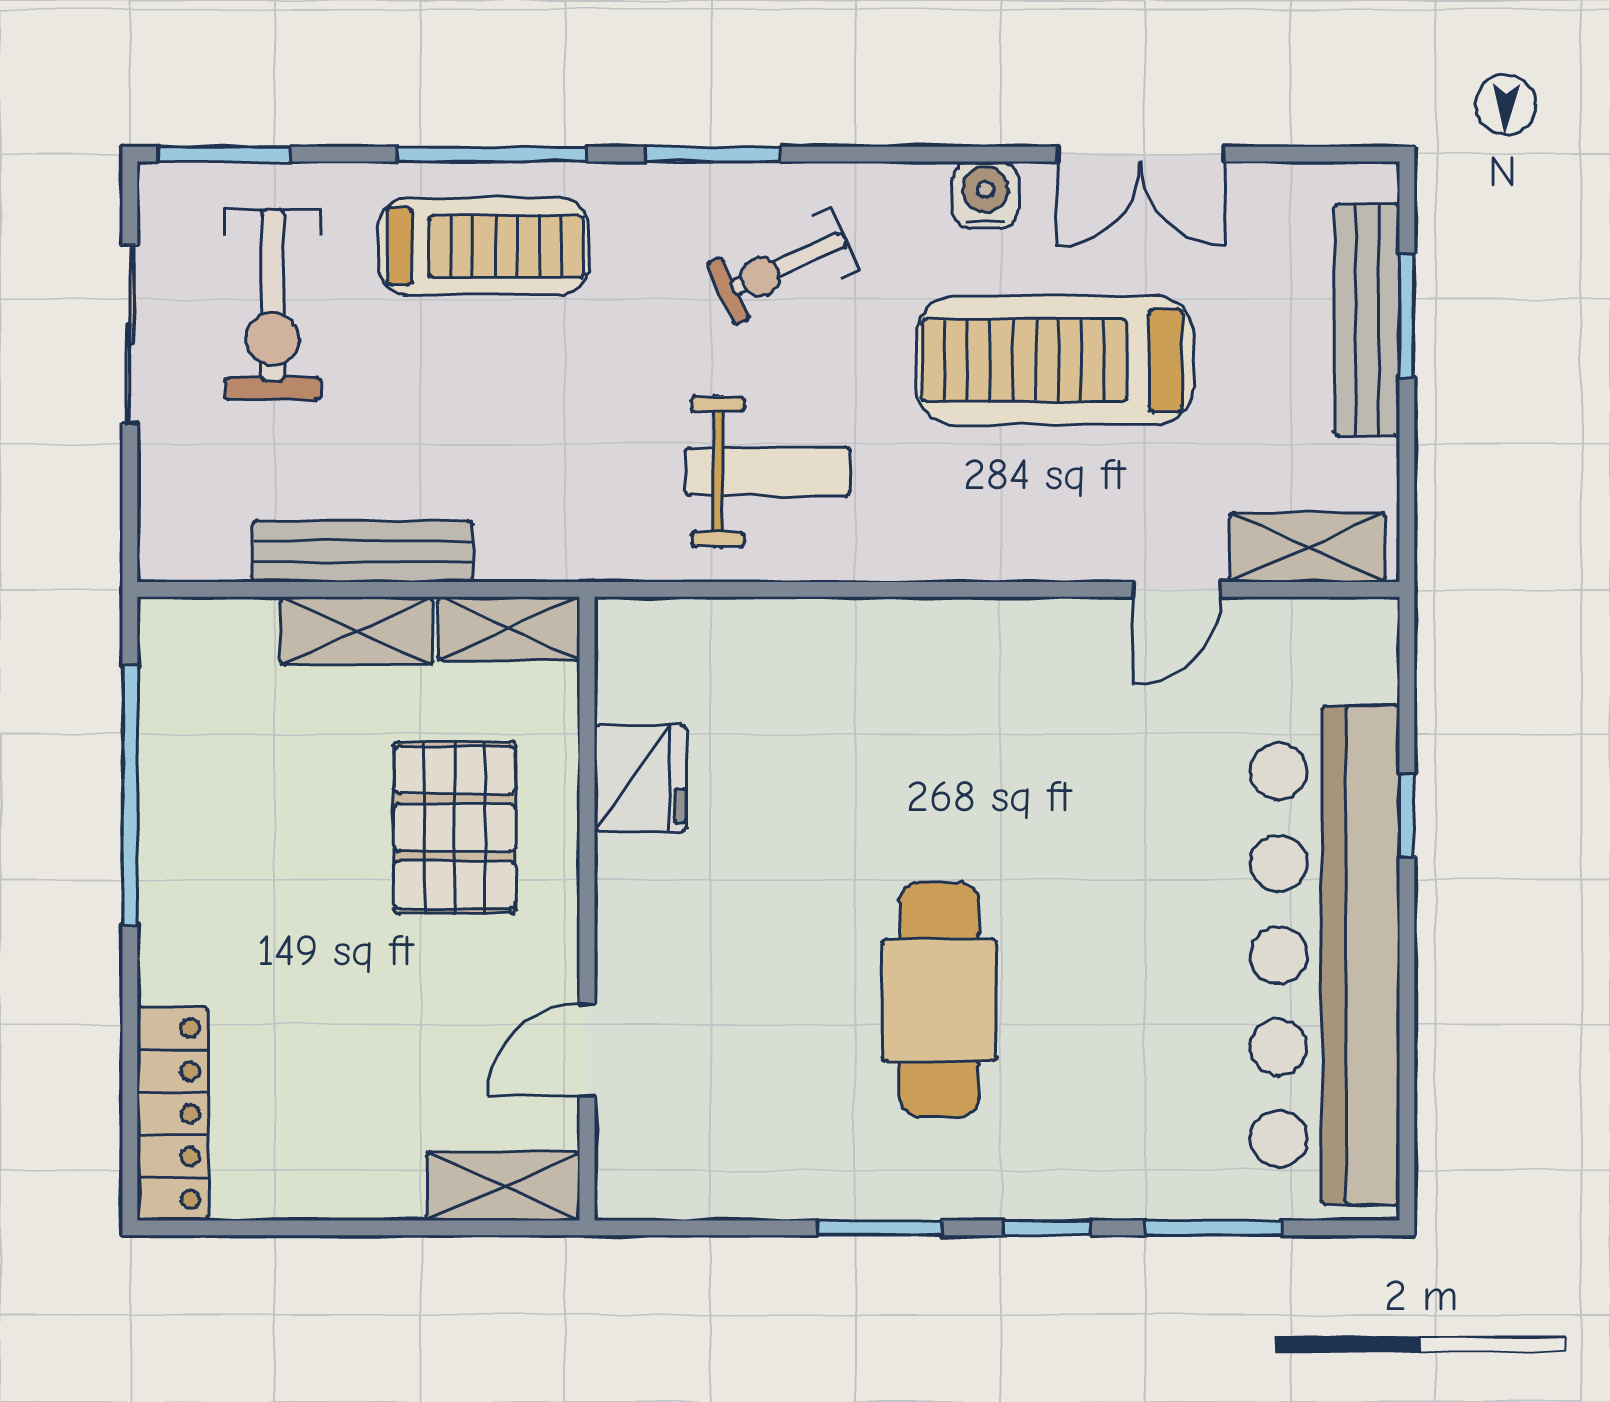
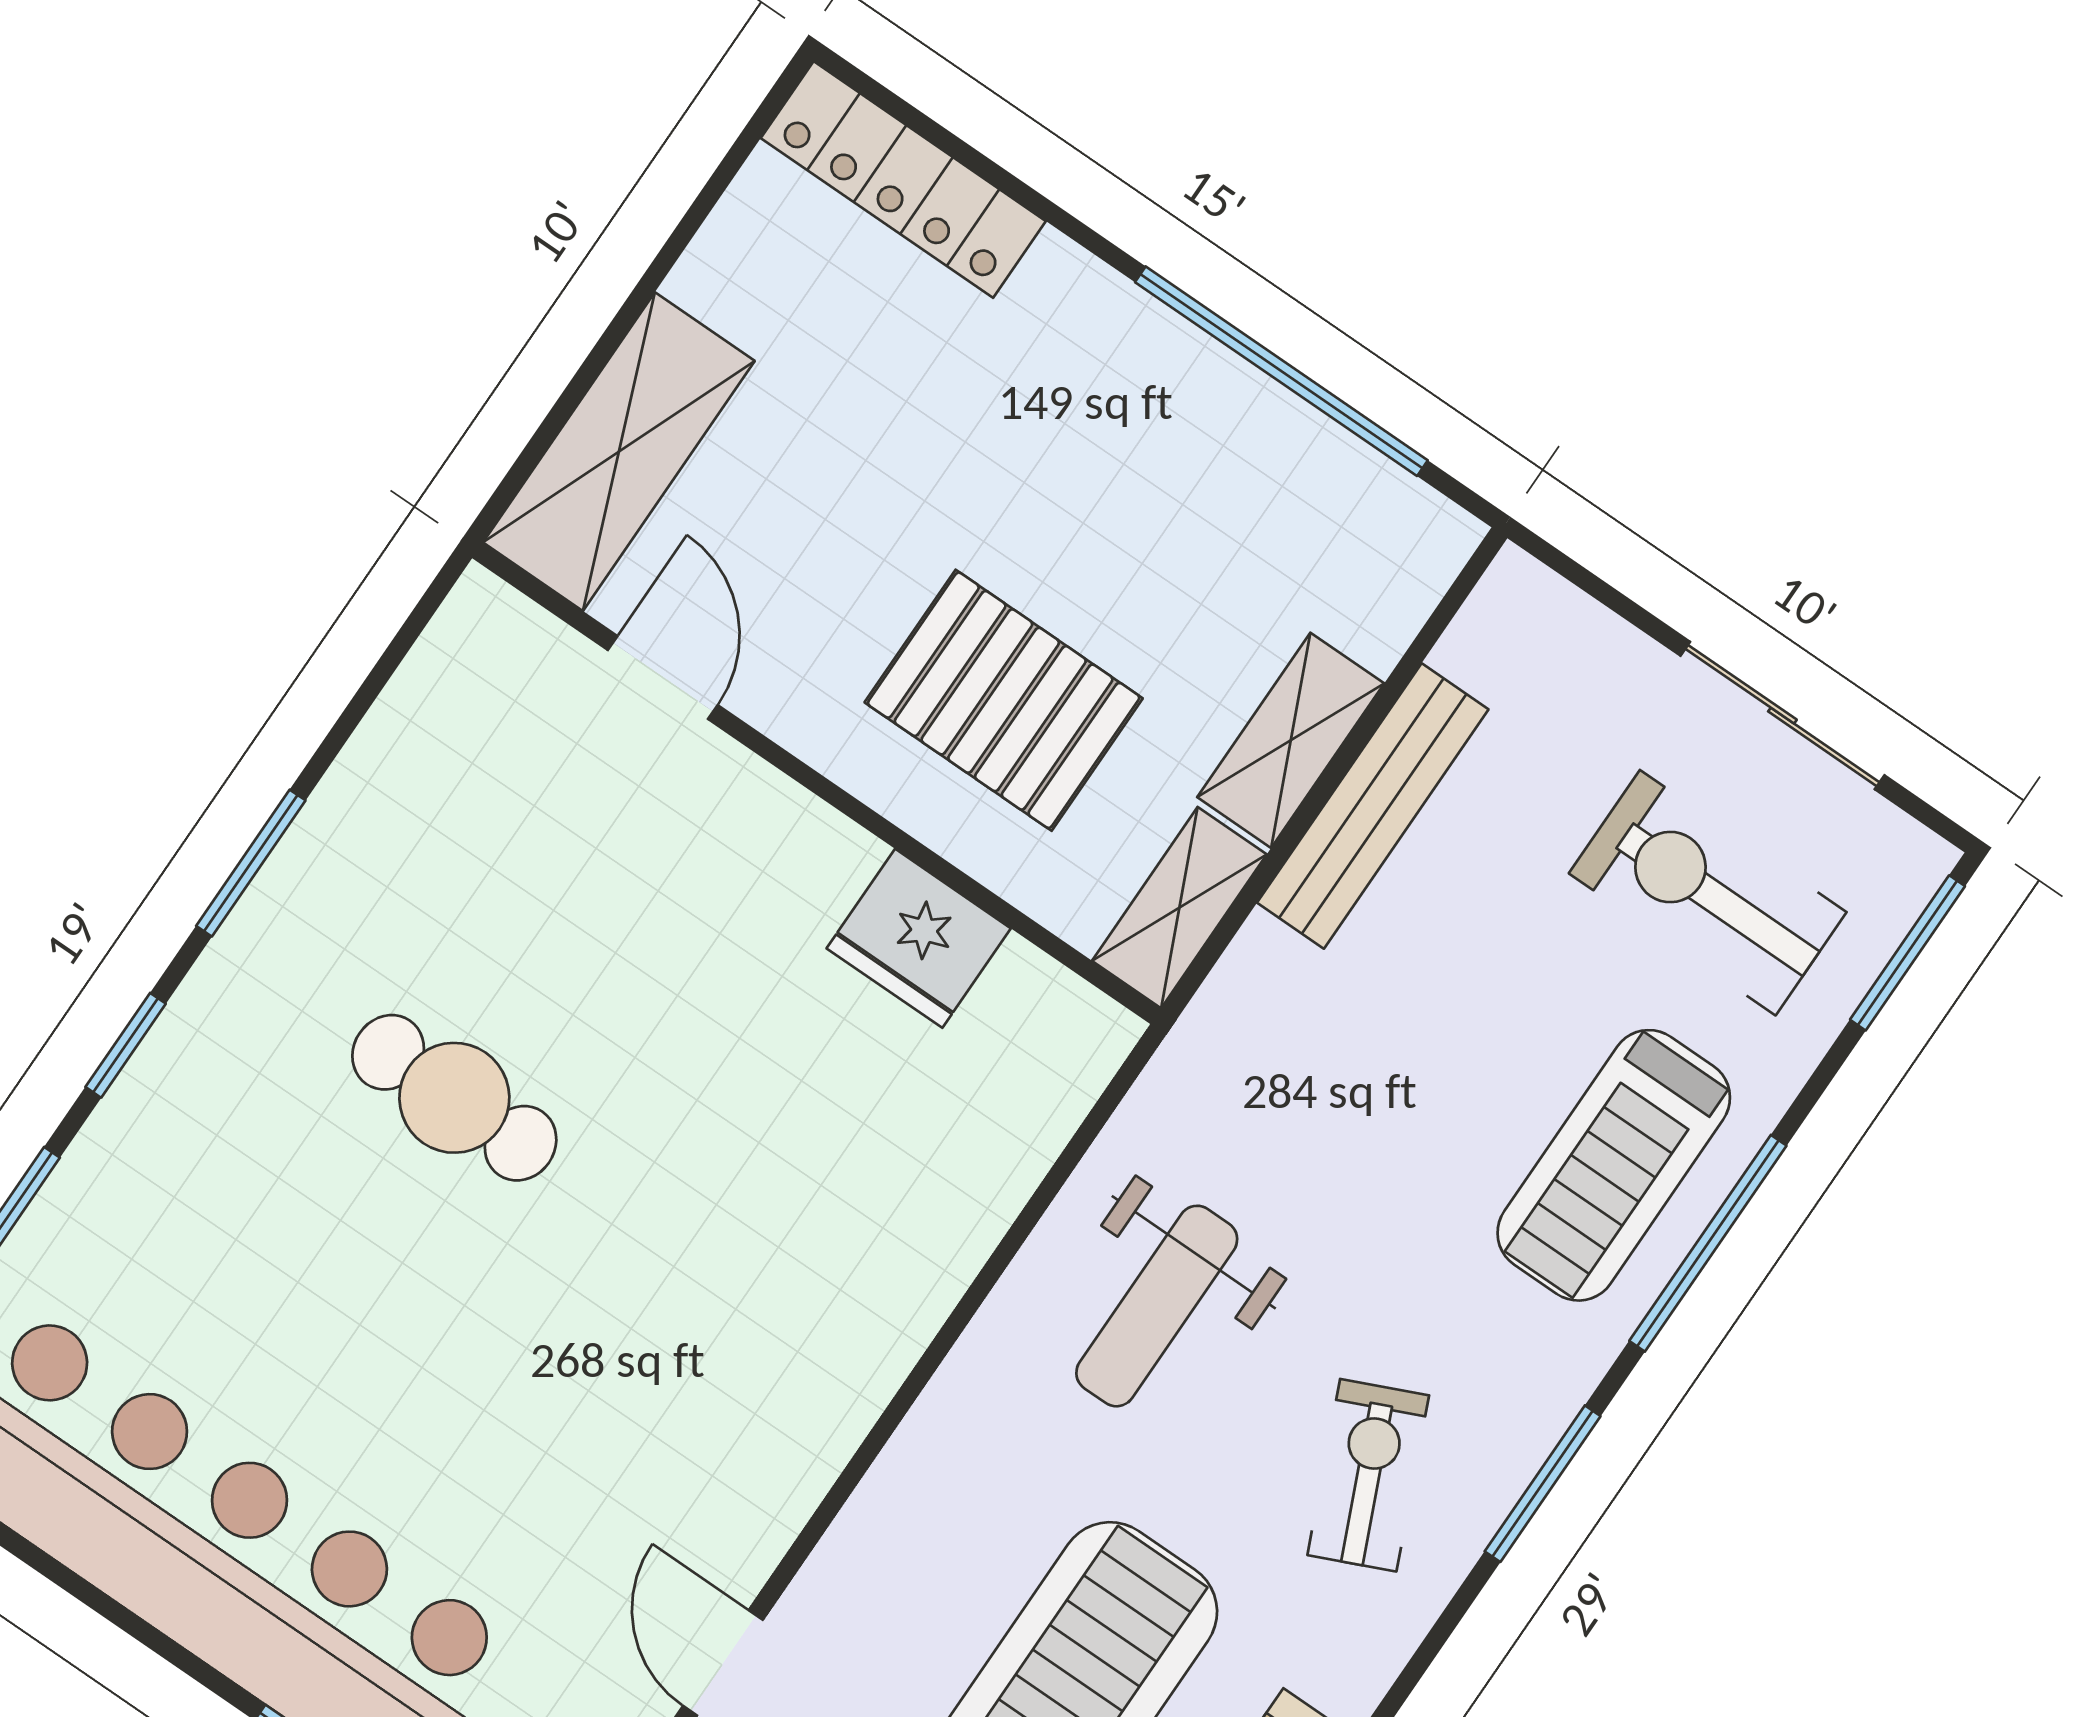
cafe table: (939, 1000) -> (454, 1098), width x0.73, depth x0.74
shelving: (503, 1186) -> (619, 452), width x1.50, depth x1.33

